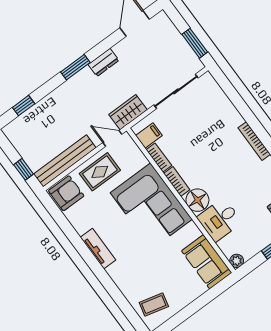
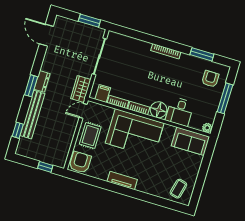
dresser: (103, 62) -> (42, 81), moved
bench: (65, 161) -> (32, 115), moved

